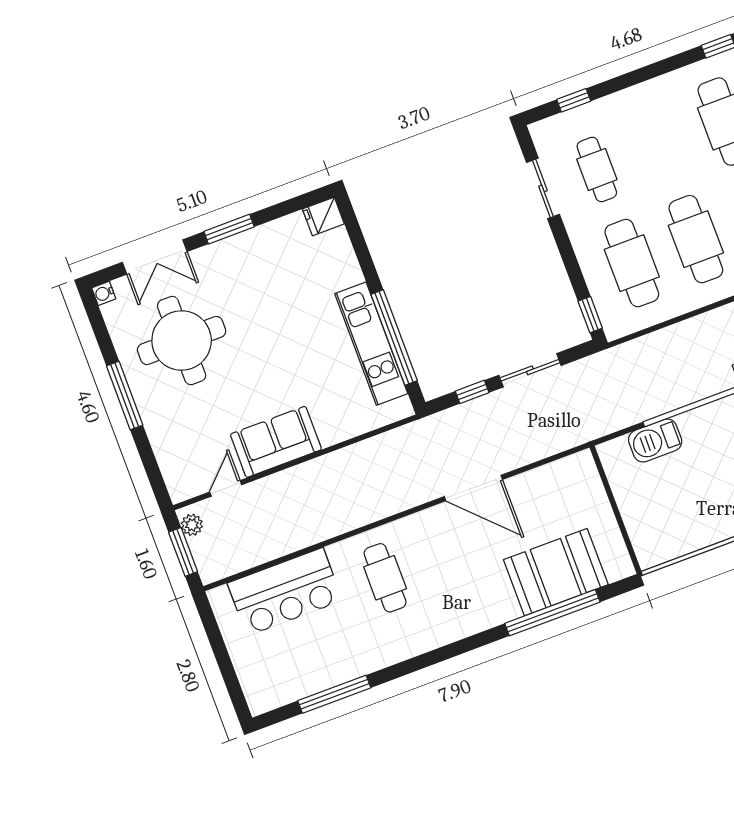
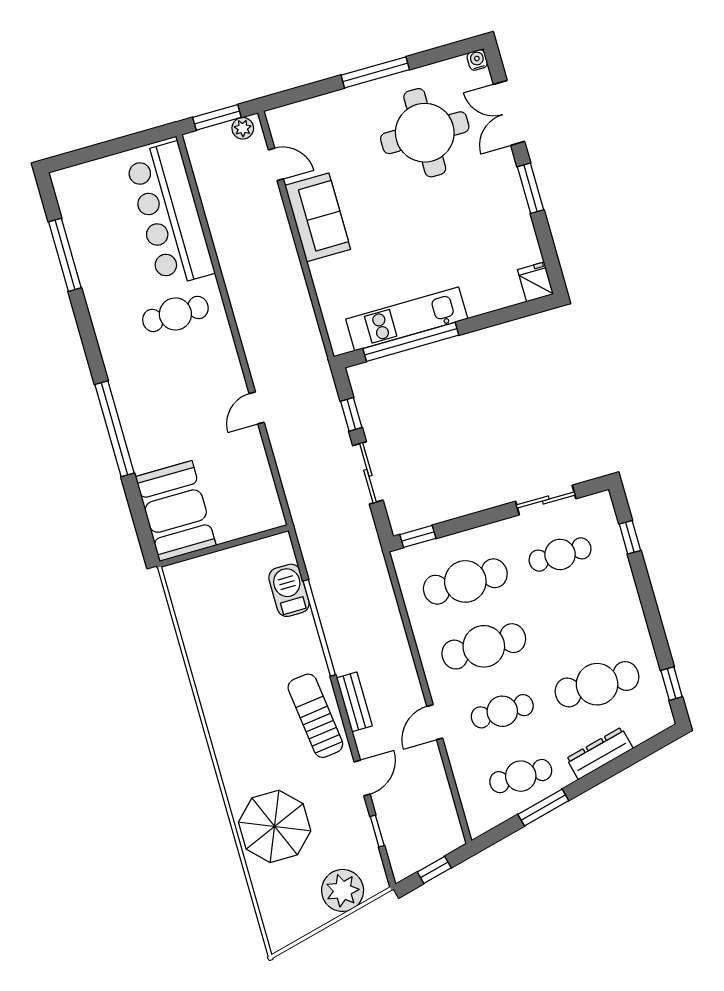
door: (473, 488) -> (257, 408), width x0.53
booth: (556, 572) -> (176, 511), moved
bar counter: (285, 592) -> (170, 214), width x1.36
window: (552, 613) -> (114, 429), moved

